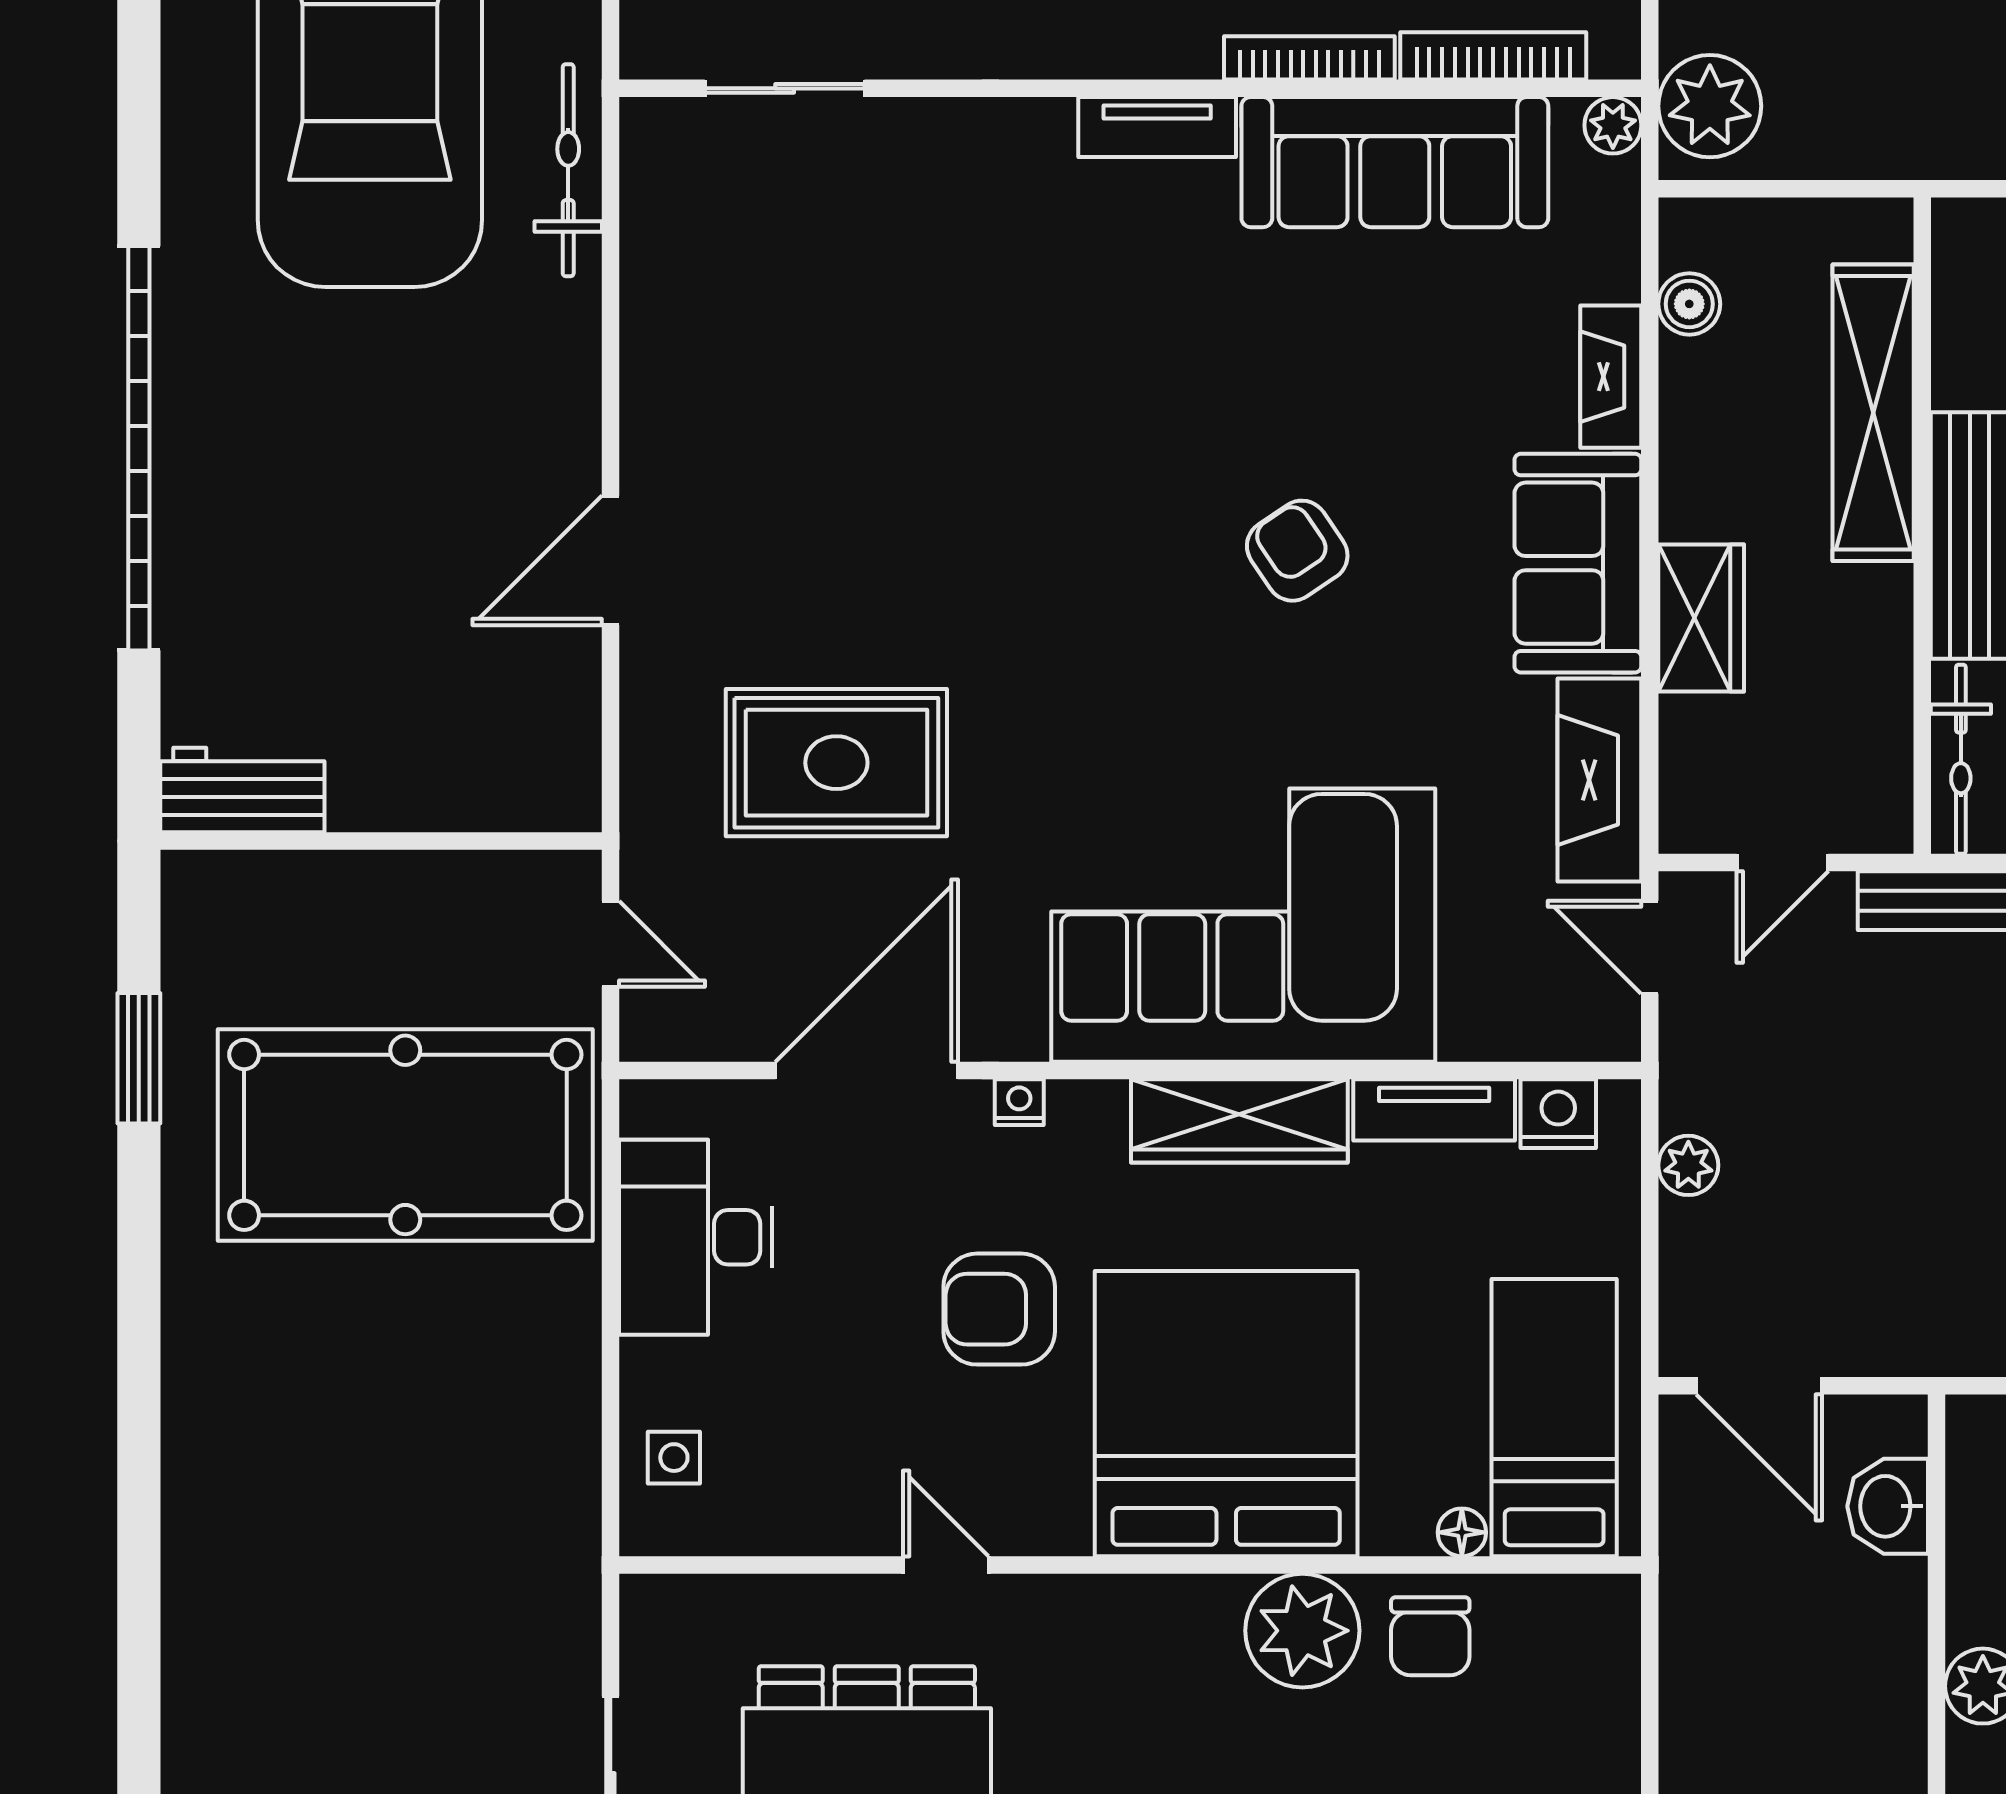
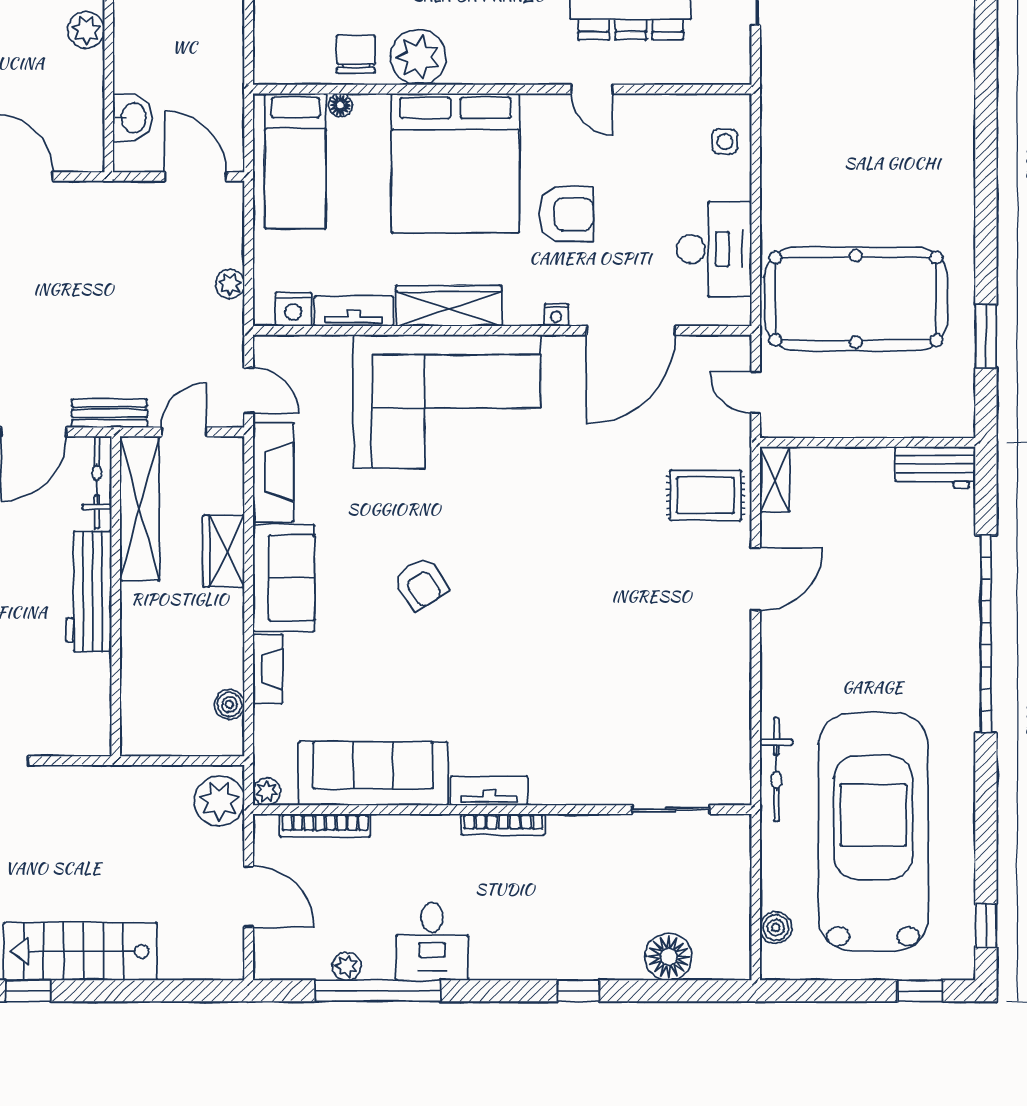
bookcase: (1309, 58) -> (503, 824), moved
shelving: (1873, 413) -> (140, 508), moved
rug: (836, 763) -> (706, 495), moved, width x0.73, depth x0.70
shelving: (572, 765) -> (775, 479), added

